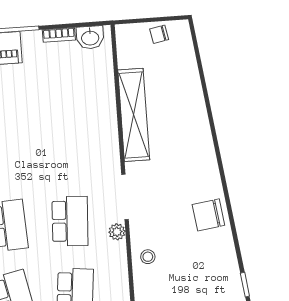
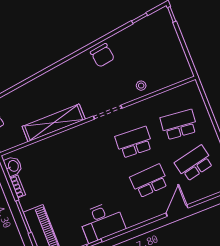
plant: (117, 232) -> (131, 110), removed

